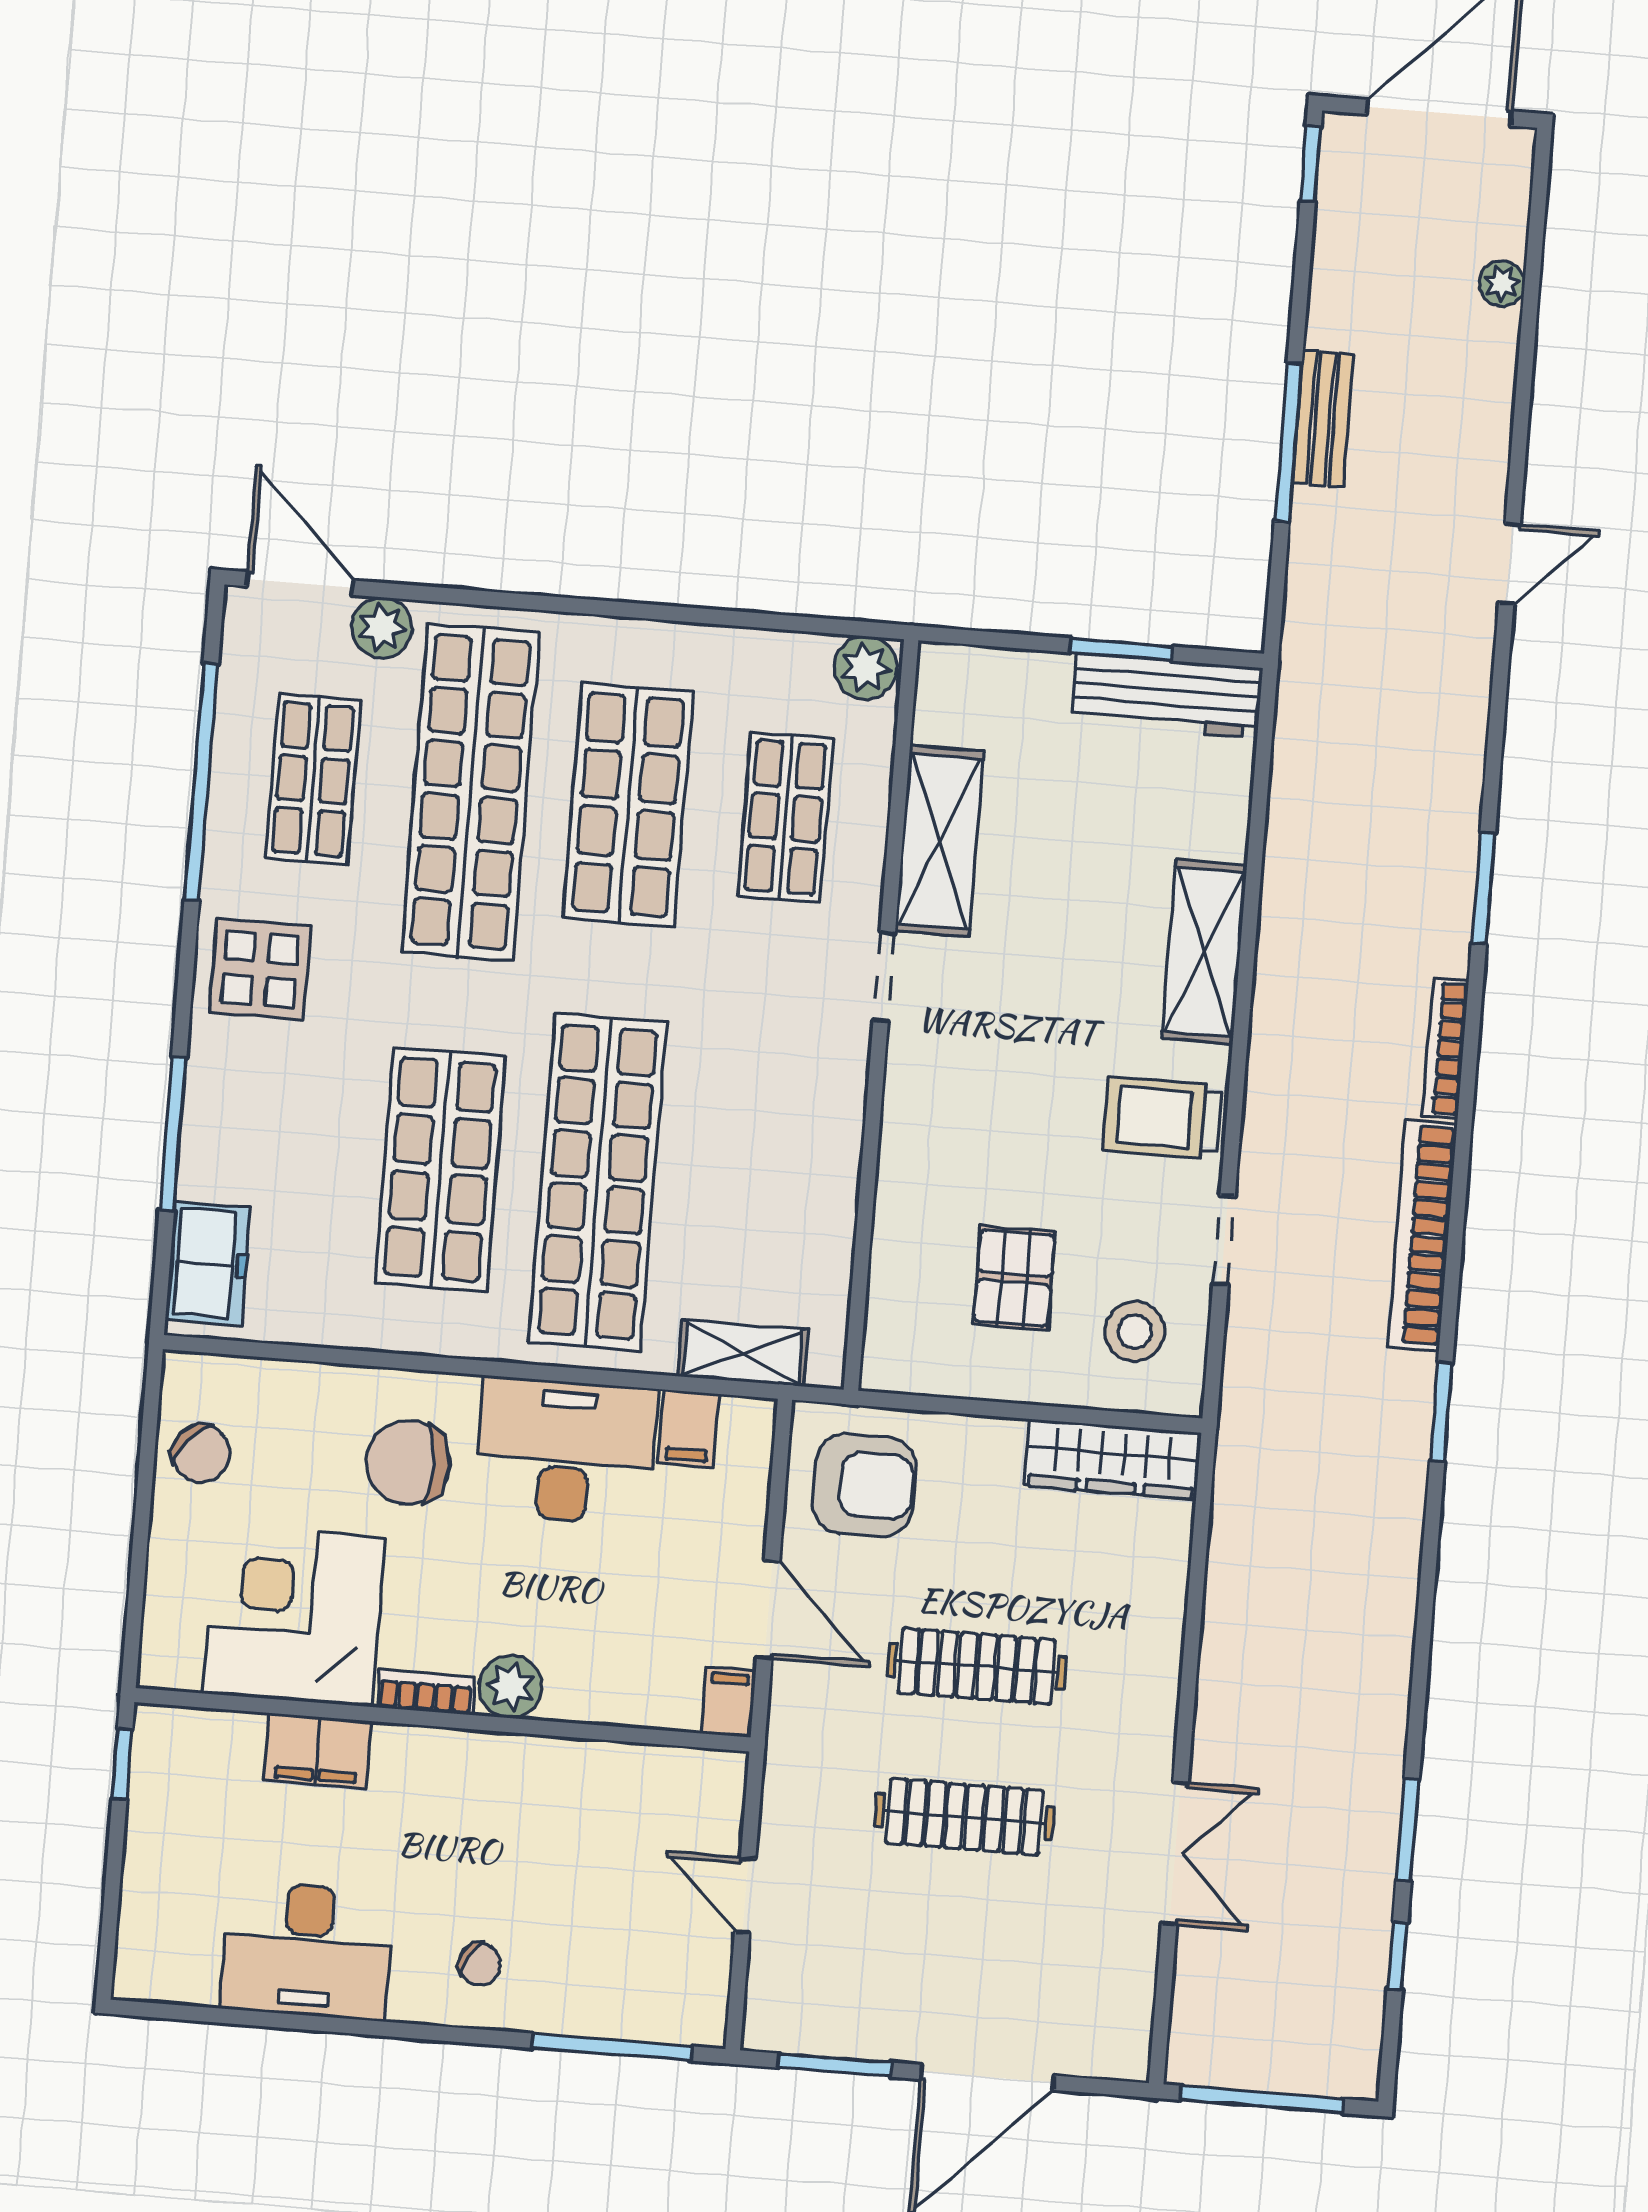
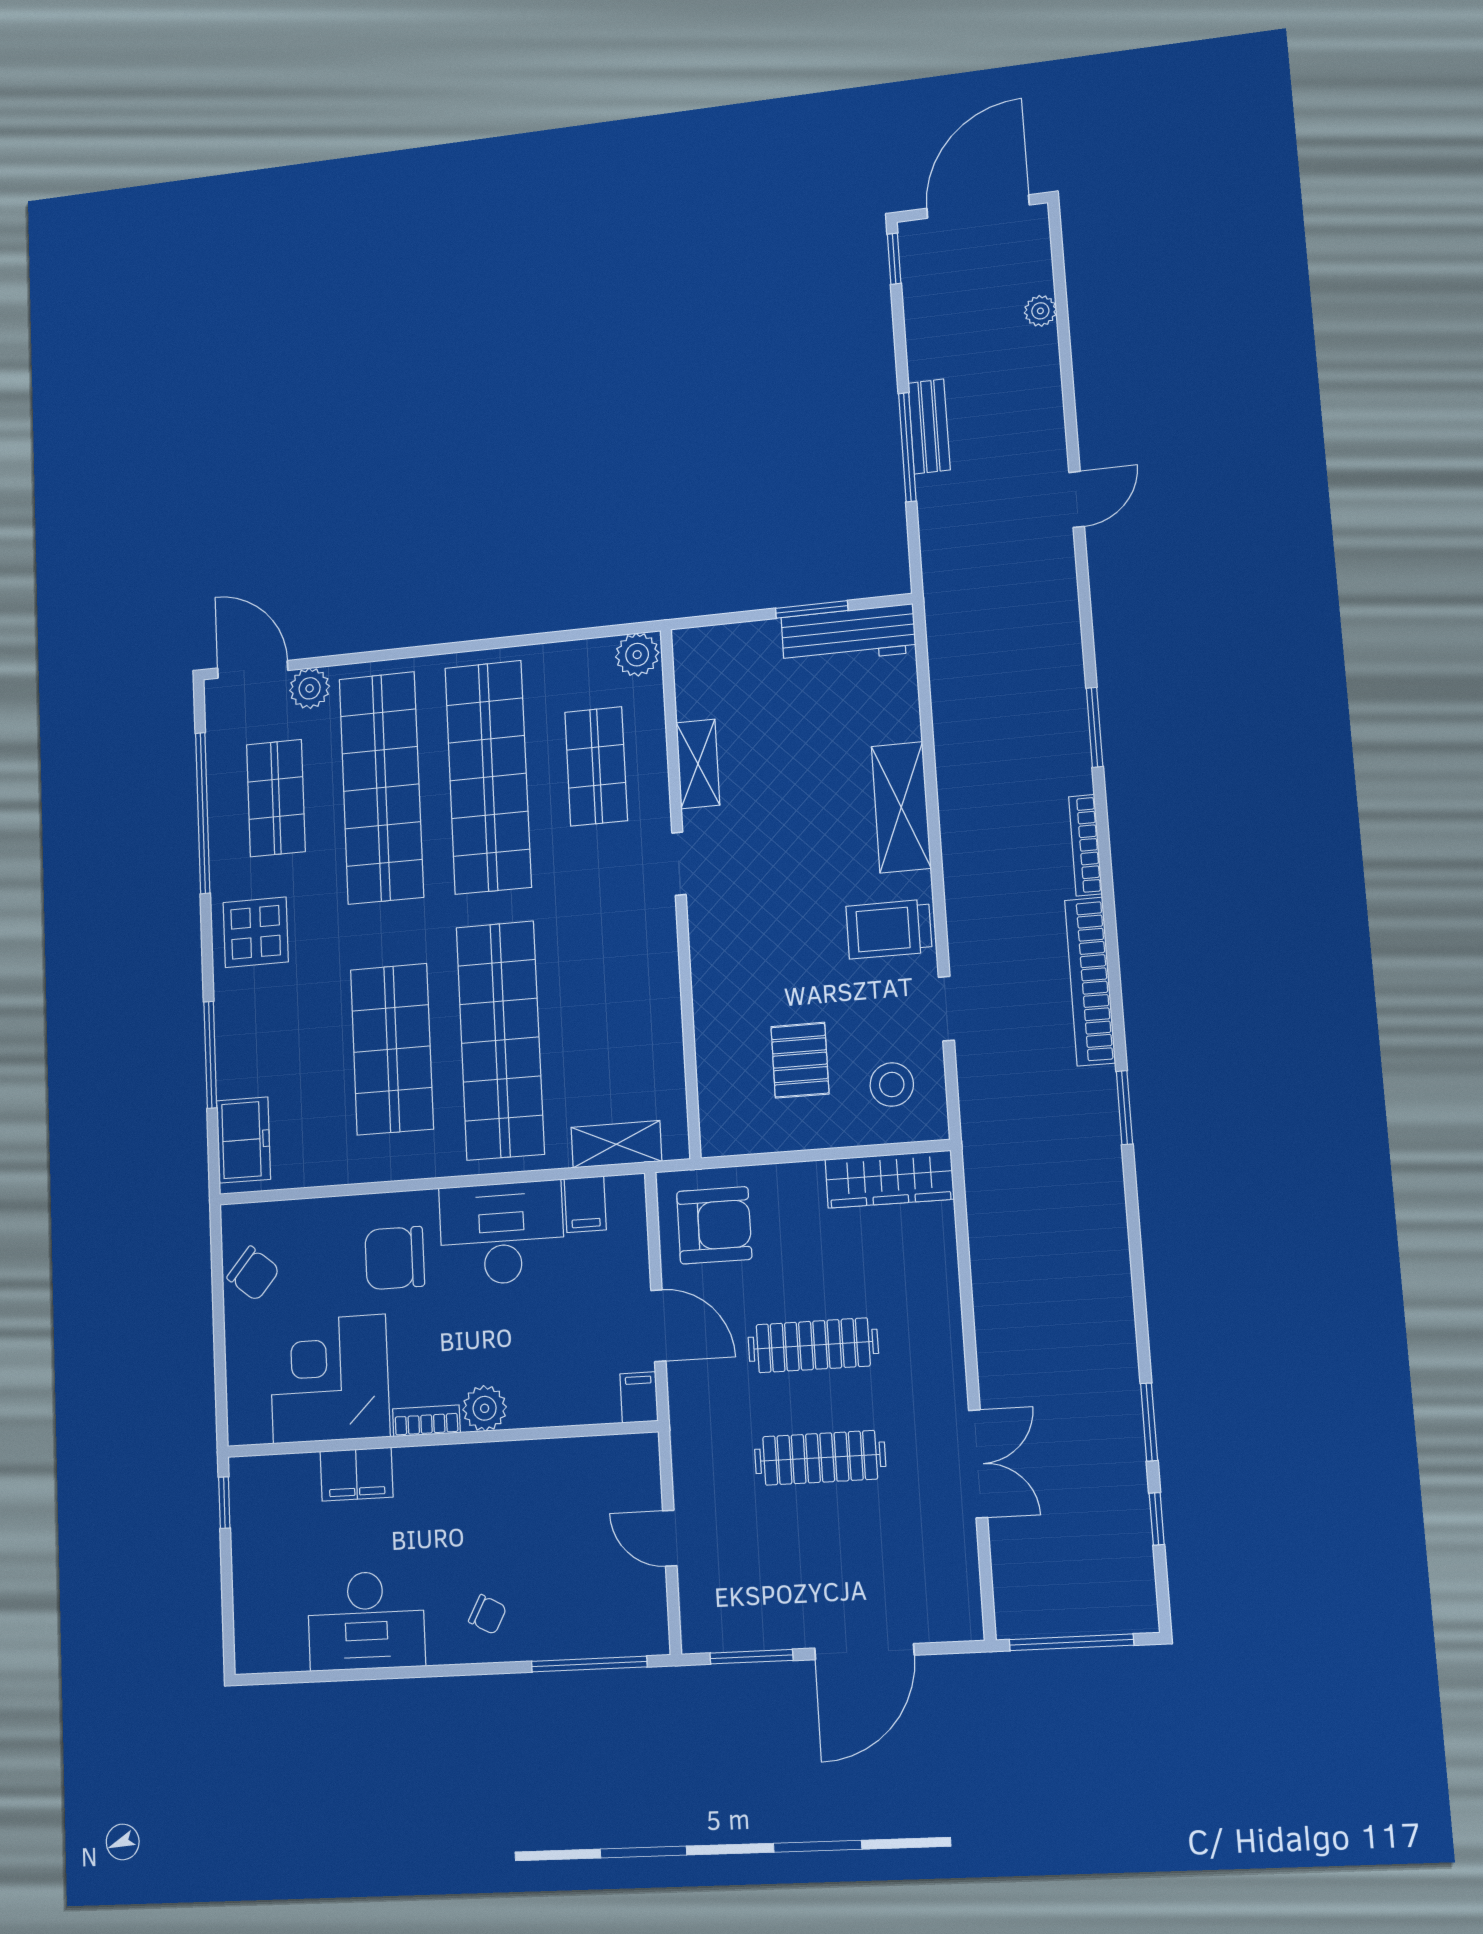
shop shelf: (628, 805) -> (488, 777), width x1.40
shelving: (940, 841) -> (698, 764), width x0.67, depth x0.75

